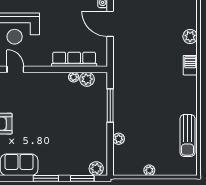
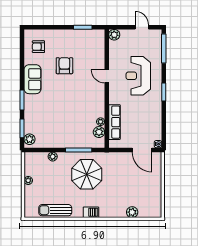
door: (110, 24) -> (142, 150), swing flipped
barbecue: (190, 65) -> (91, 212), moved
door: (15, 69) -> (107, 76), swing flipped
parasol: (141, 95) -> (87, 174), added

